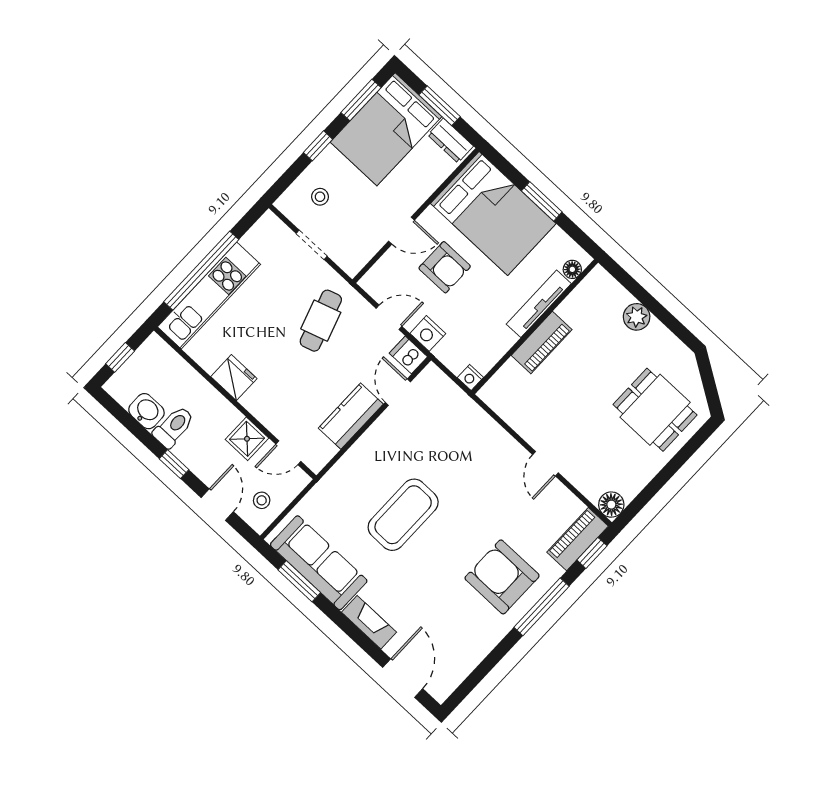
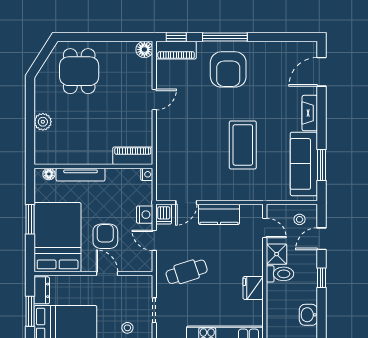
piano: (542, 343) -> (133, 156), moved
toilet: (174, 427) -> (280, 274), moved, turned 180
coffee table: (403, 515) -> (243, 145), turned 90

